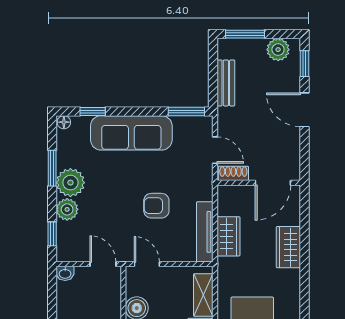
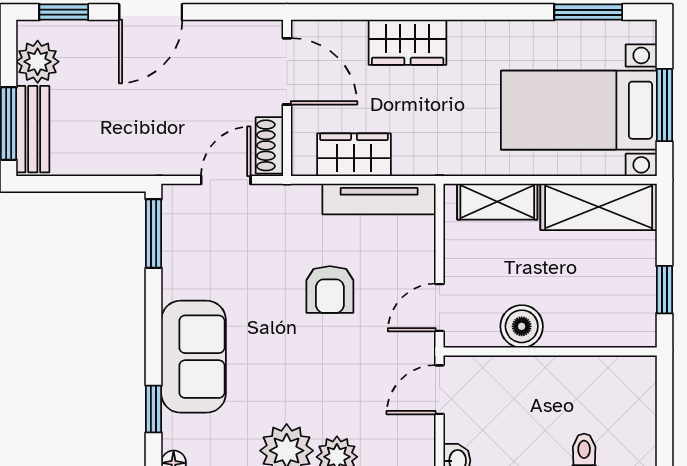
bench: (226, 83) -> (33, 129), moved, turned 90
sofa: (131, 133) -> (194, 357), width x0.73
wardrobe: (228, 236) -> (354, 155), moved

